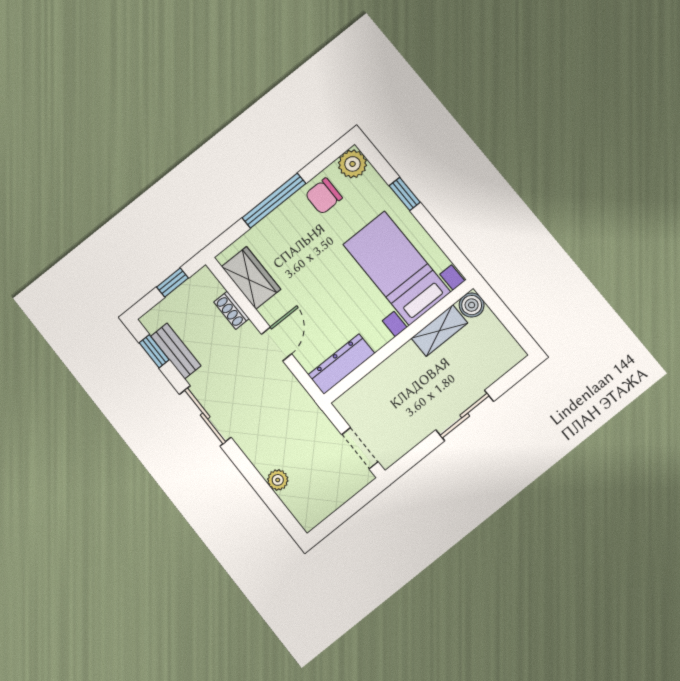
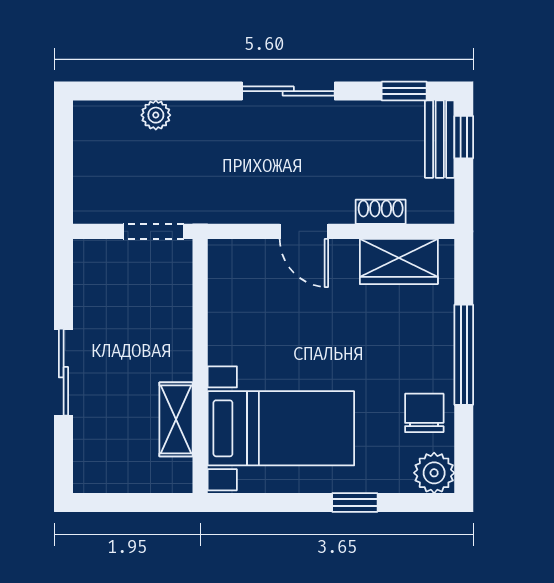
window: (173, 282) -> (464, 137), moved
boiler: (472, 305) -> (176, 476), removed
bench: (176, 351) -> (440, 139), moved, turned 90
dresser: (341, 364) -> (225, 284), removed
doorway: (360, 448) -> (153, 231), moved

